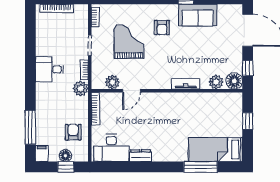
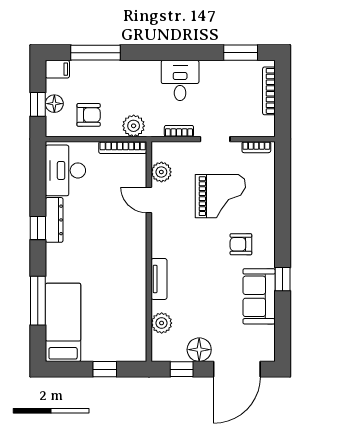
window: (30, 28) -> (241, 53), added
floor lamp: (234, 81) -> (199, 350), moved
plant: (81, 89) -> (134, 126), moved
dresser: (141, 156) -> (54, 220), width x1.44
window: (151, 167) -> (38, 228), added

